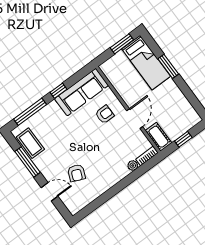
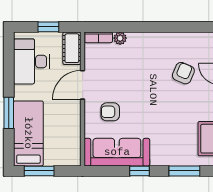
desk: (178, 109) -> (31, 61), added
window: (30, 112) -> (184, 171), width x0.69

